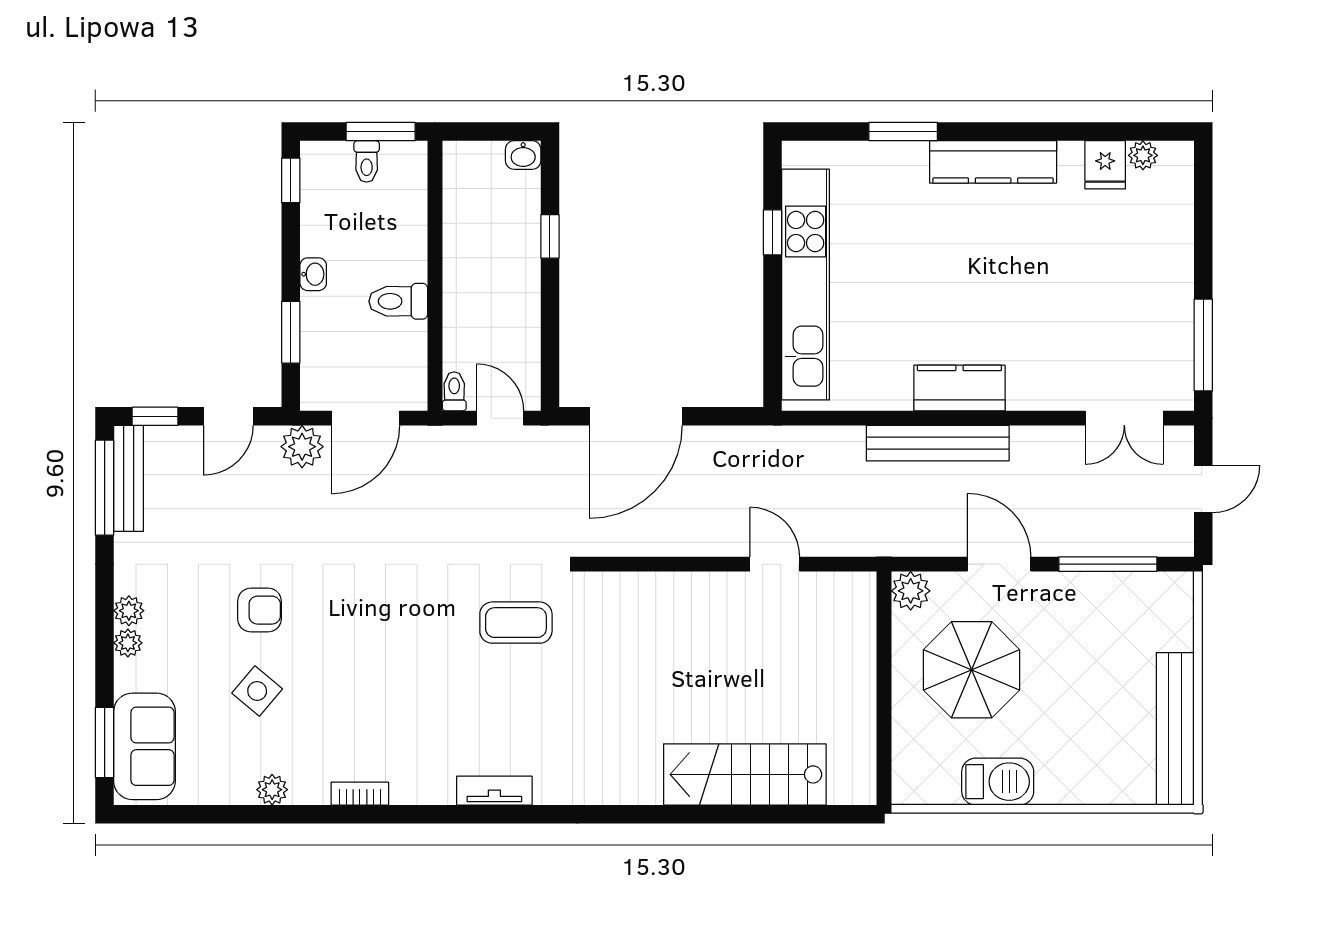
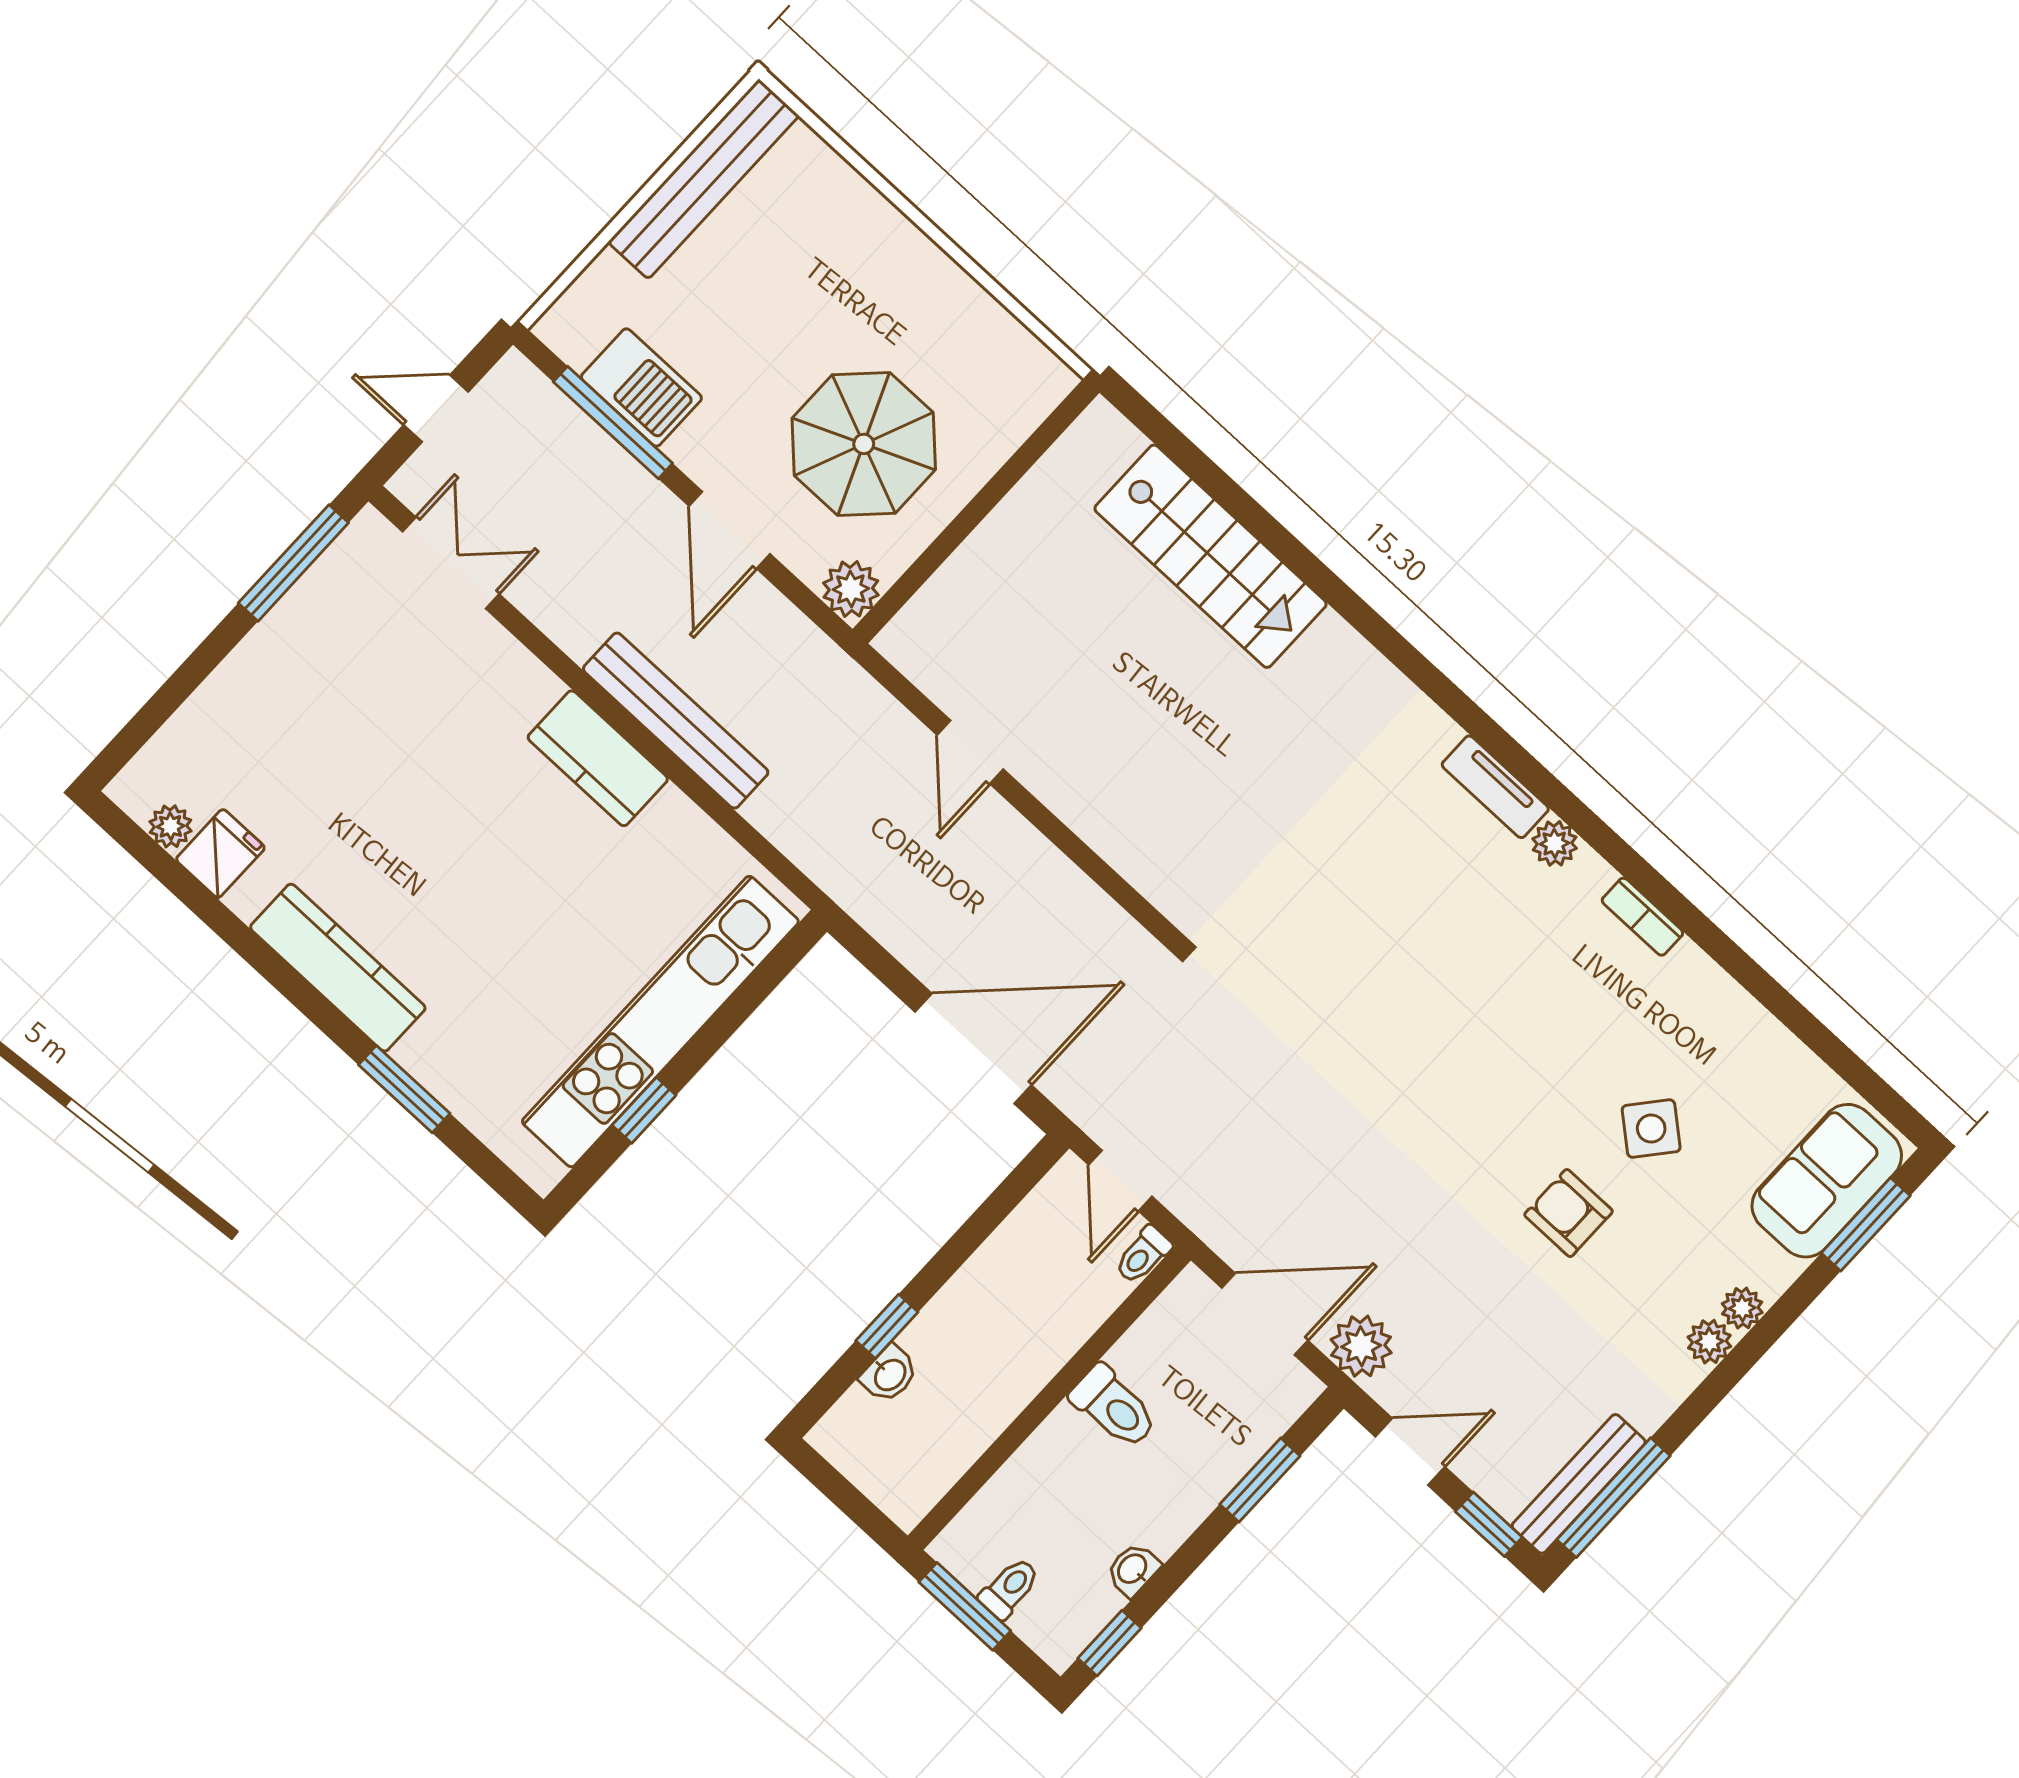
washbasin: (523, 155) -> (889, 1374), moved, turned 90
washbasin: (313, 274) -> (1133, 1569), moved
coffee table: (516, 623) -> (1306, 946), removed
barbecue: (998, 782) -> (641, 387), moved, turned 180
plant: (272, 790) -> (1555, 843), moved

